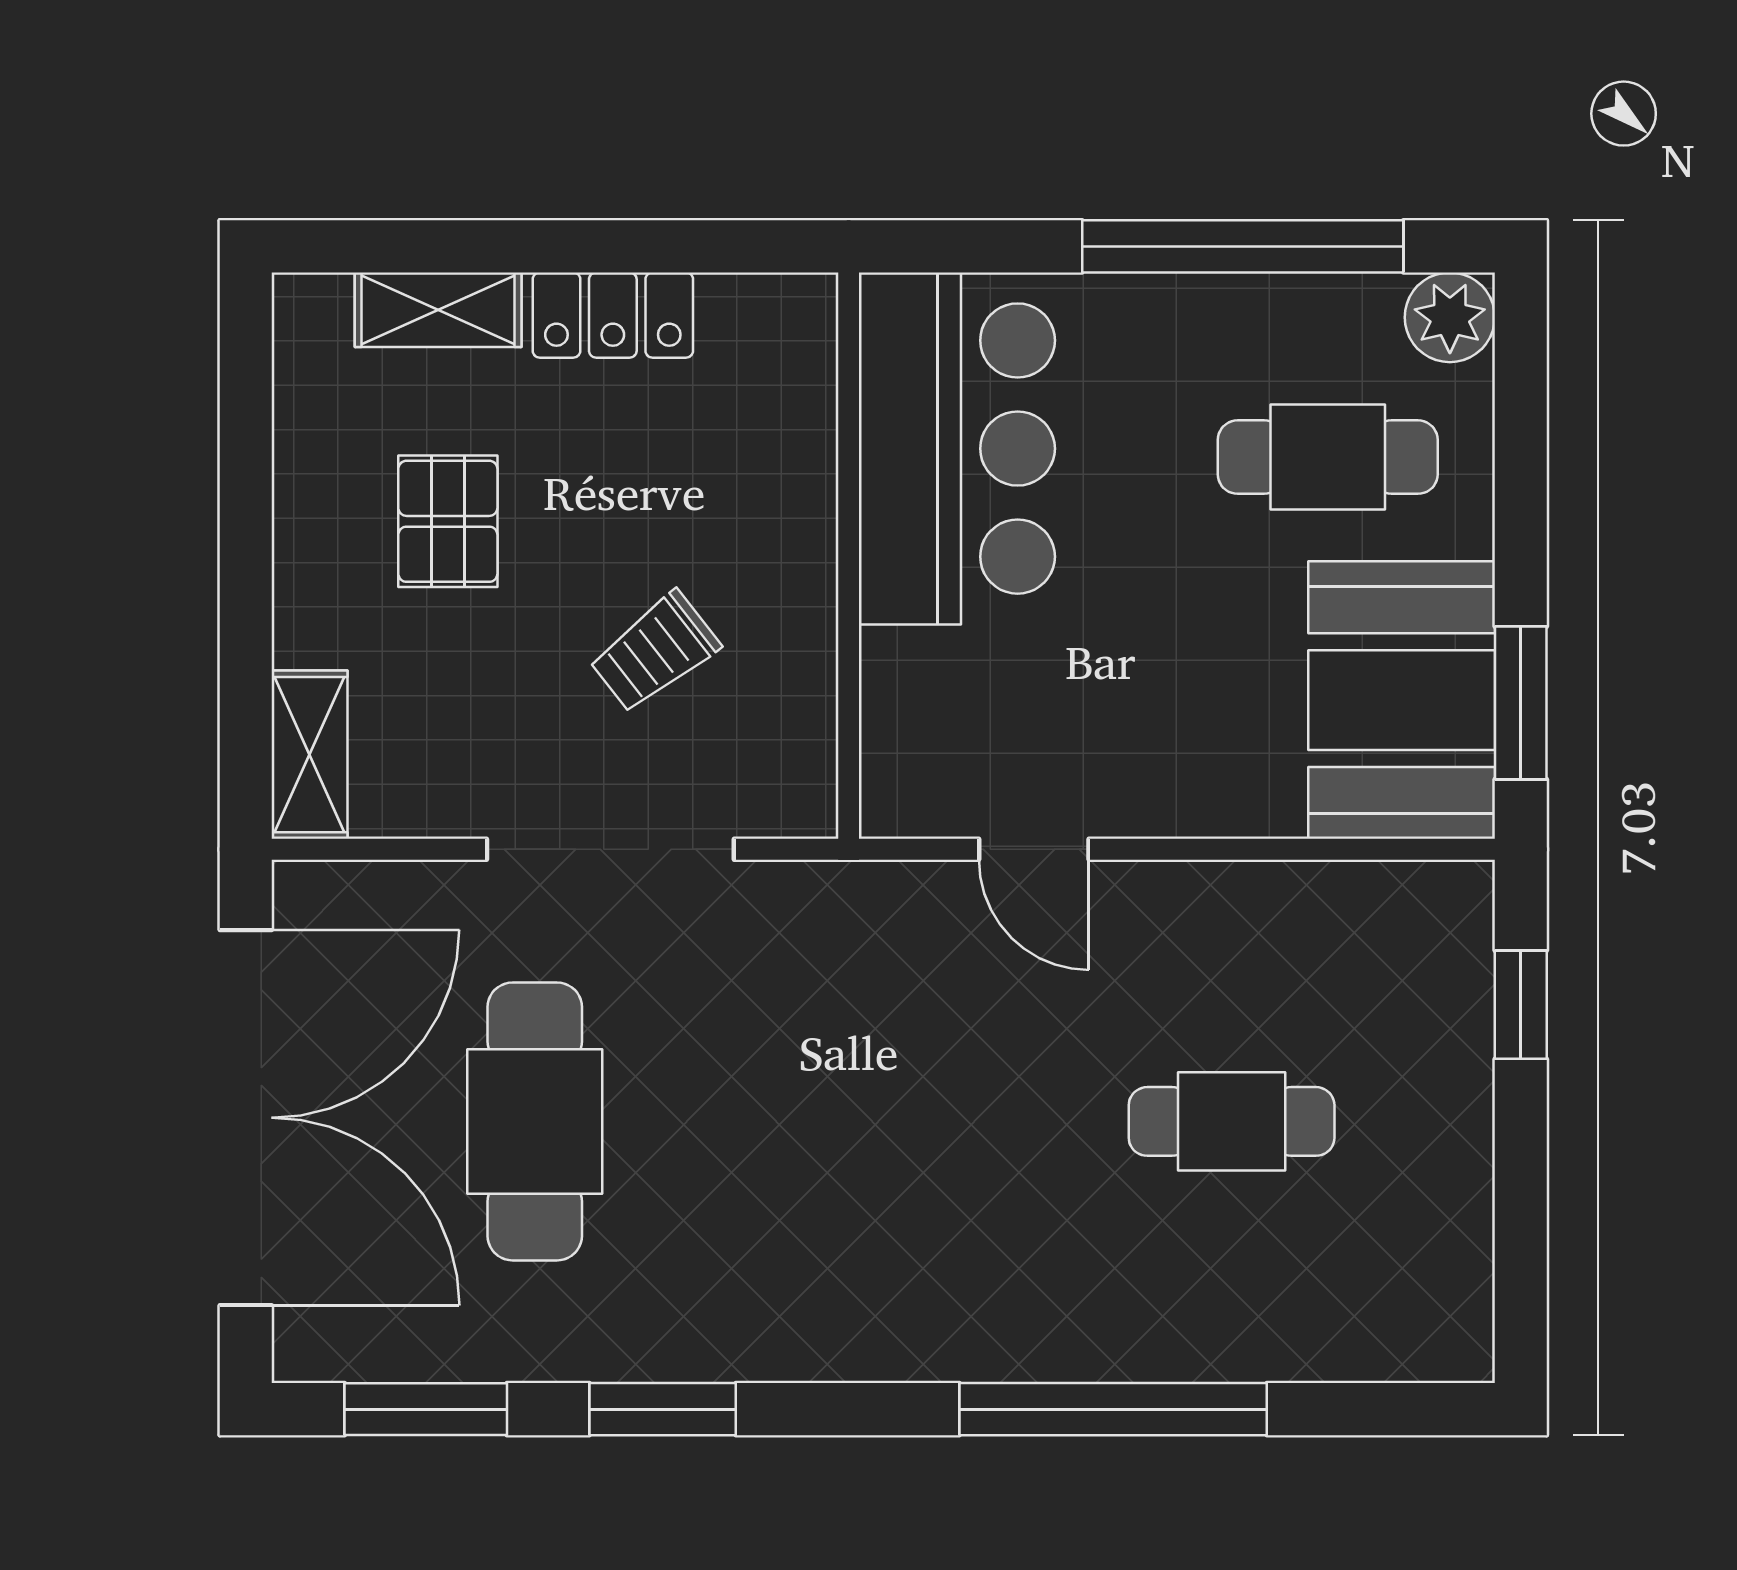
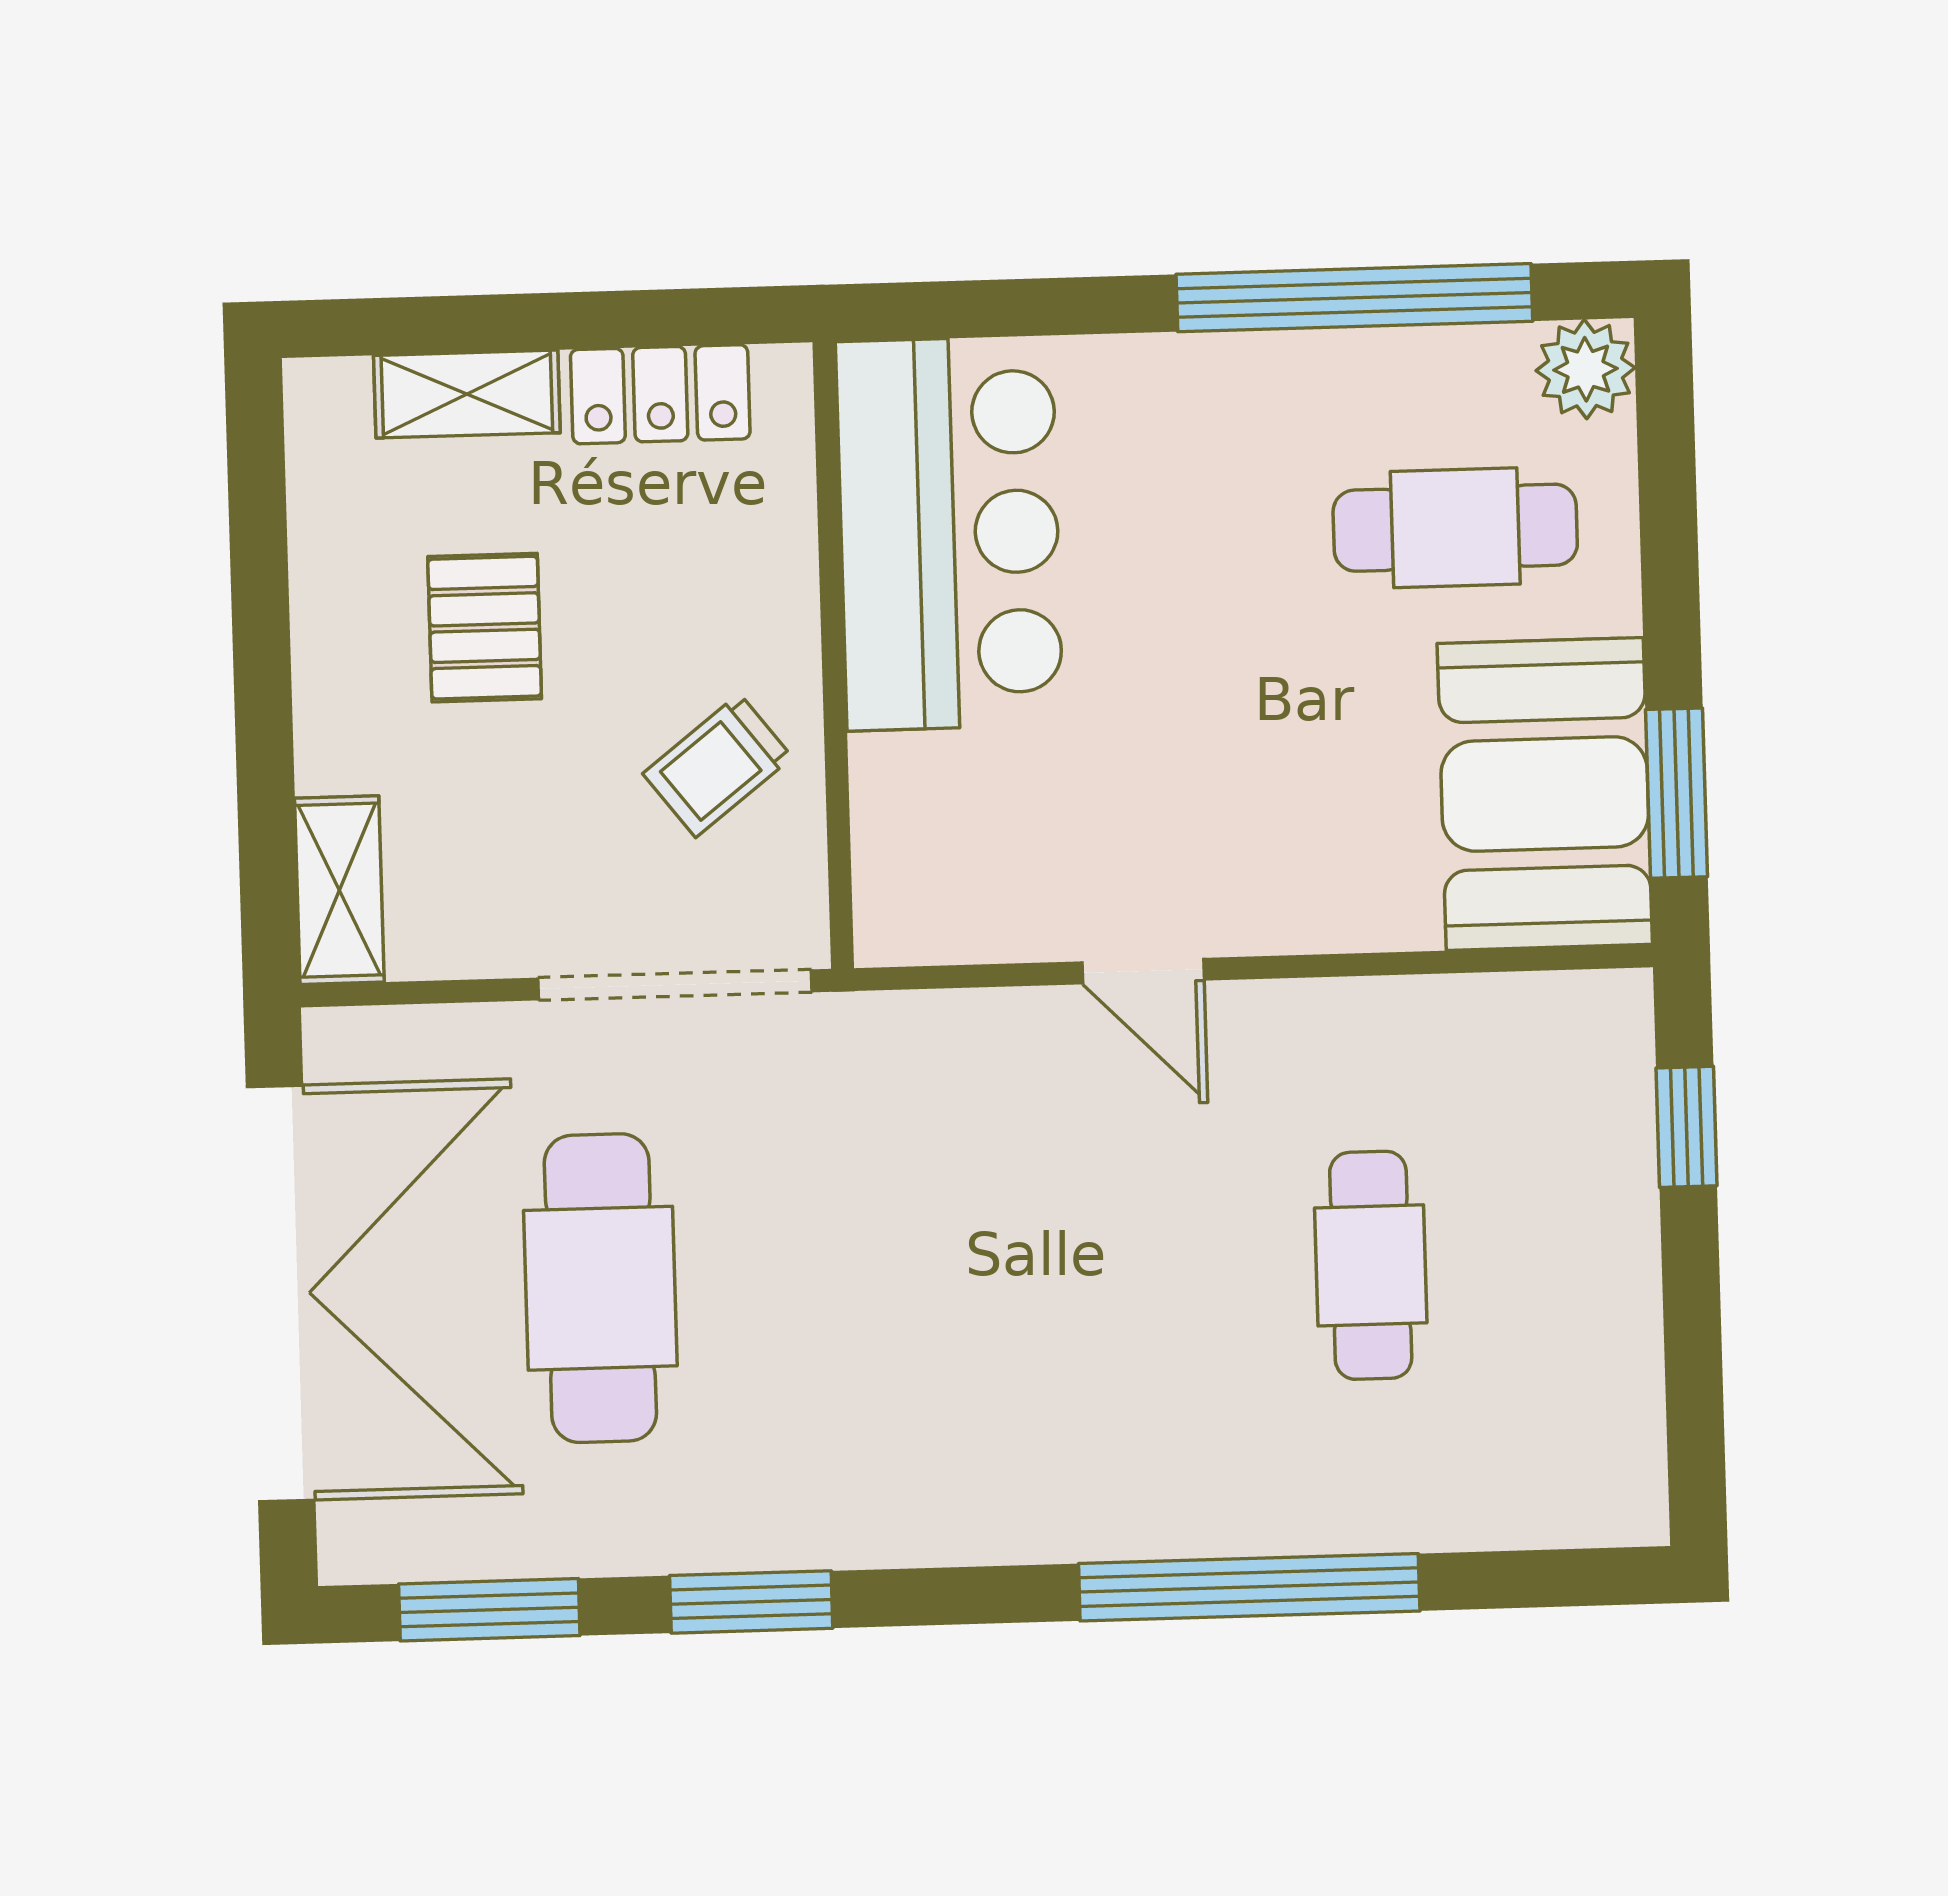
bar counter: (957, 449) -> (949, 533), moved
wall: (849, 556) -> (833, 655), moved
cafe table: (1232, 1121) -> (1371, 1265), turned 90

